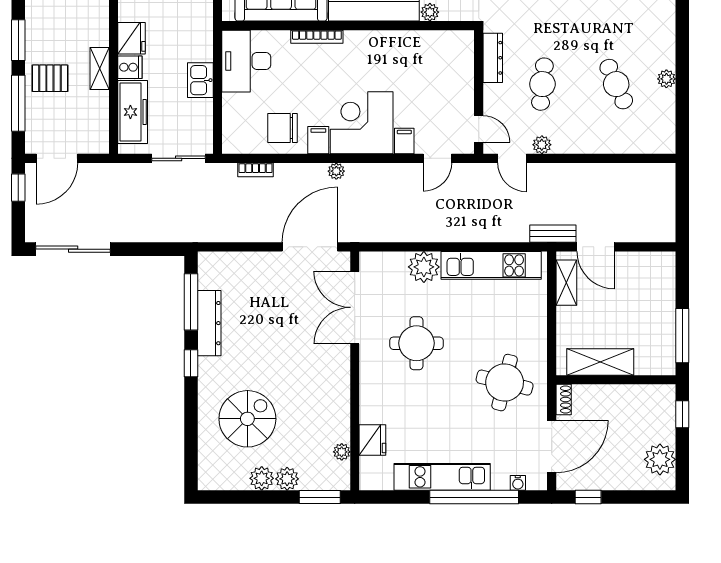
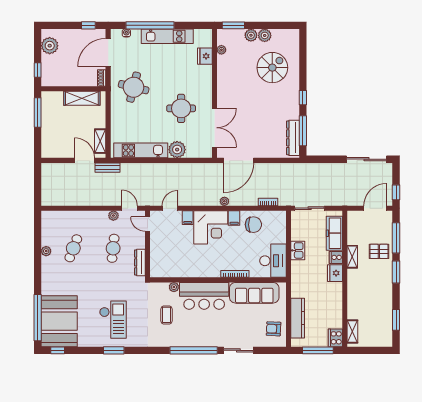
cafe table: (616, 84) -> (73, 248), turned 45
dresser: (209, 323) -> (293, 138), moved
spiral stairs: (247, 419) -> (272, 68), turned 180

